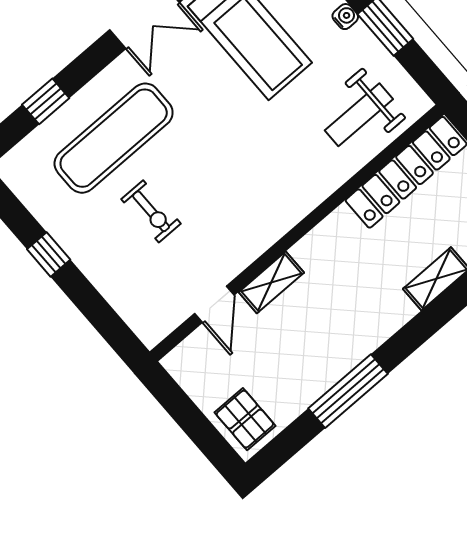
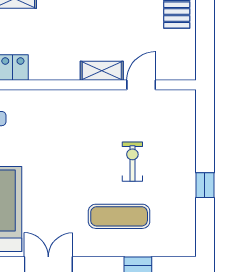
exercise mat: (114, 138) -> (119, 216), width x0.73, depth x0.69

